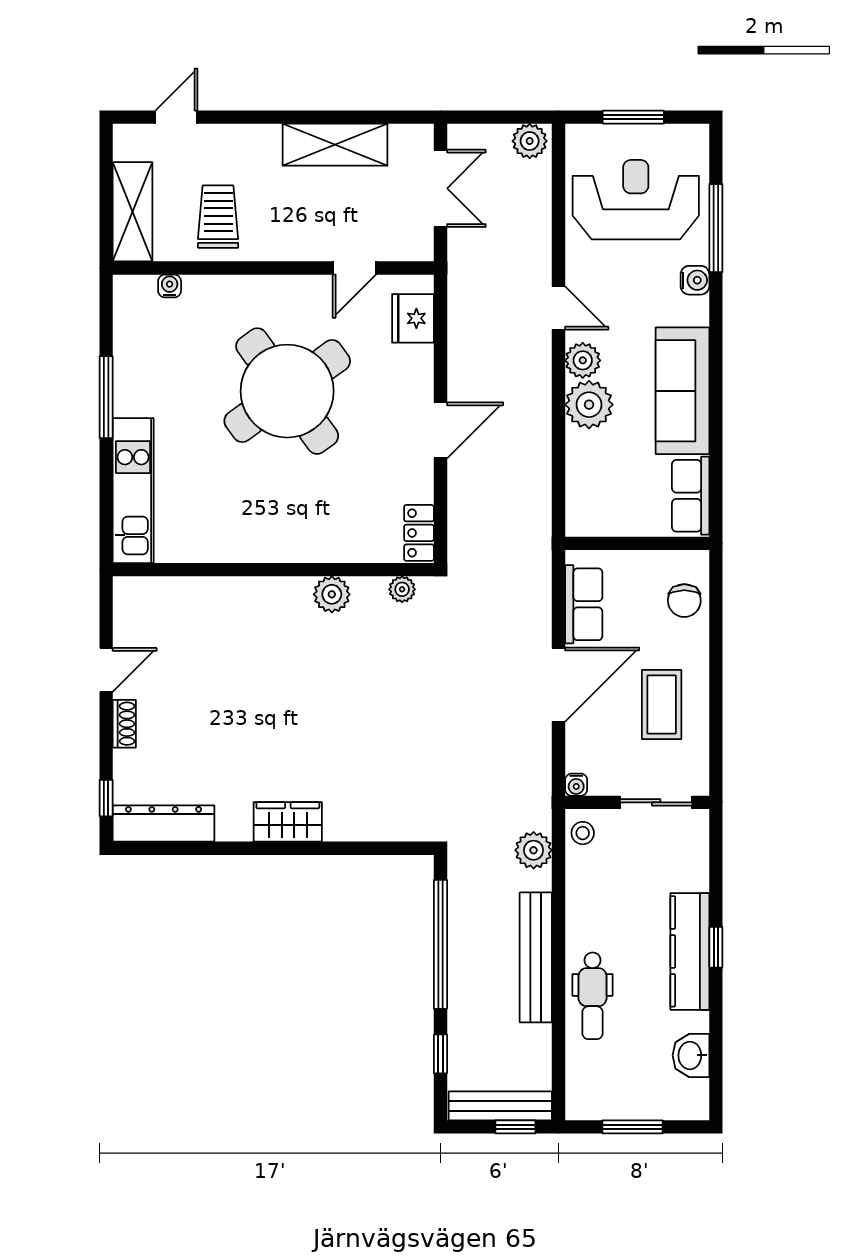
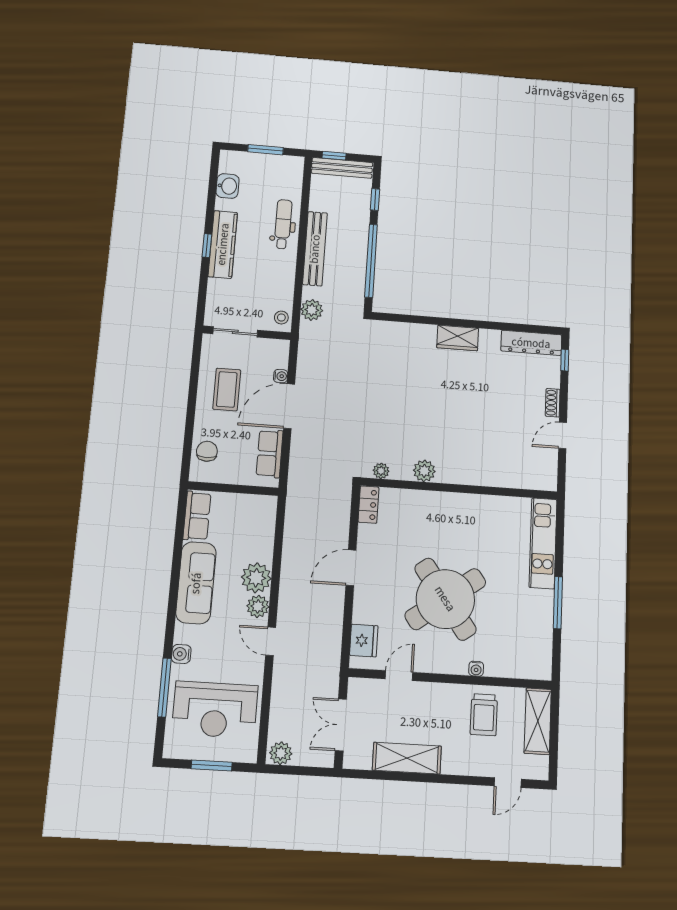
water cooler: (170, 286) -> (476, 669), moved
water cooler: (576, 785) -> (281, 376), moved, turned 90

